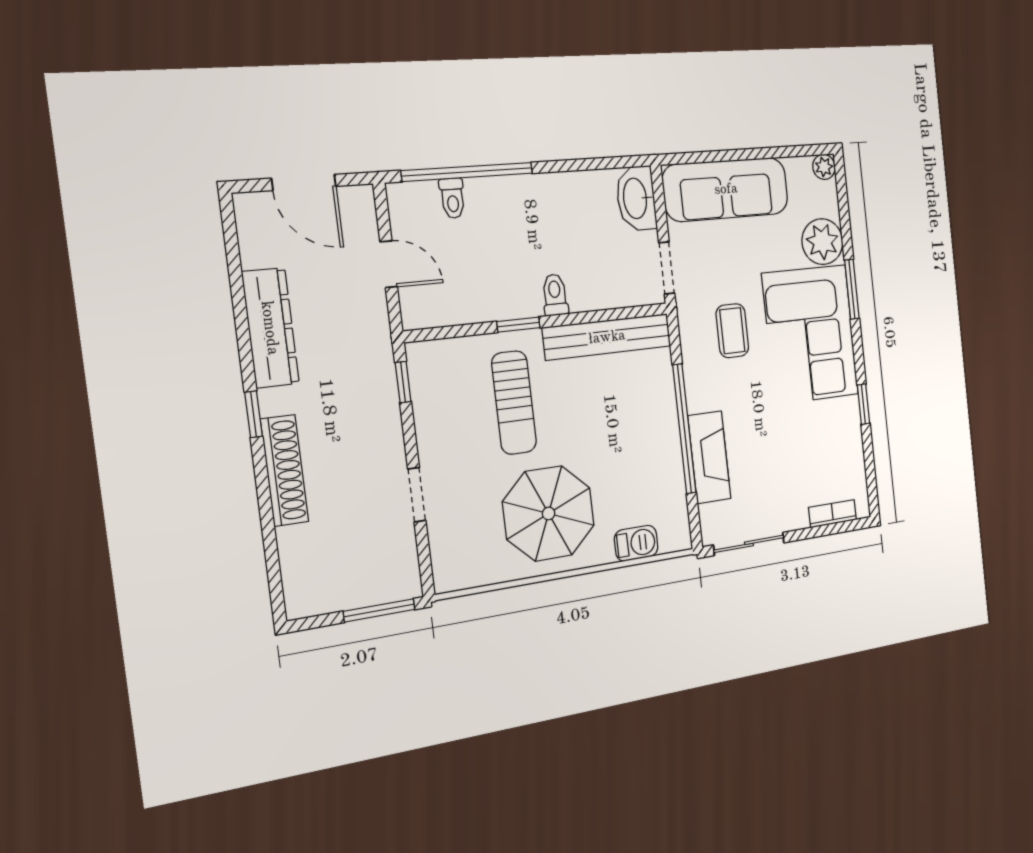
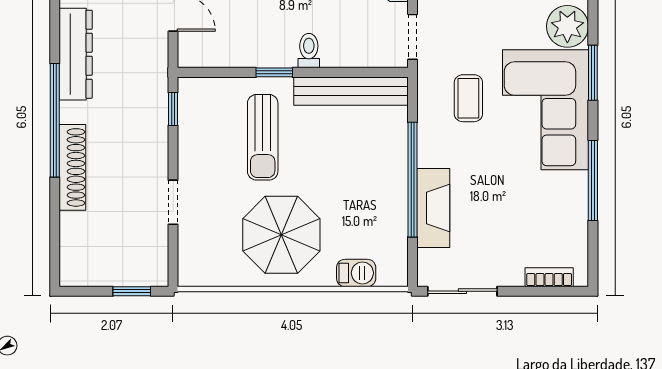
window: (863, 404) -> (593, 180), width x2.17
window: (253, 414) -> (55, 120), width x3.17
window: (379, 610) -> (132, 291), width x0.67

